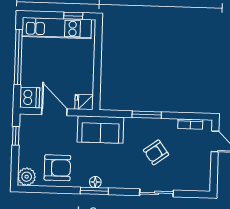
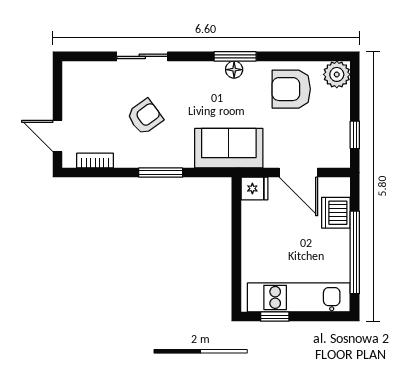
dishwasher: (30, 98) -> (336, 213), moved

